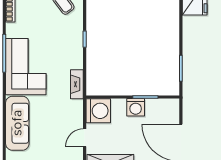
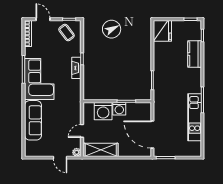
fireplace: (77, 84) -> (76, 68), moved
washing machine: (98, 111) -> (103, 111), moved, turned 90

